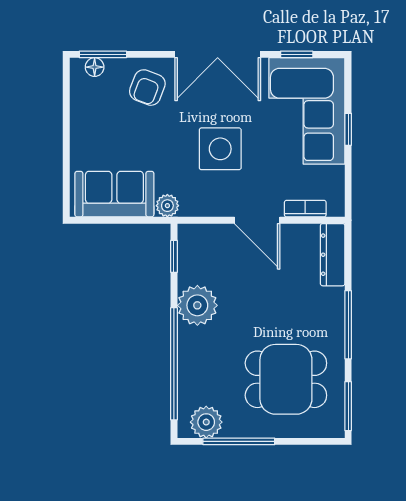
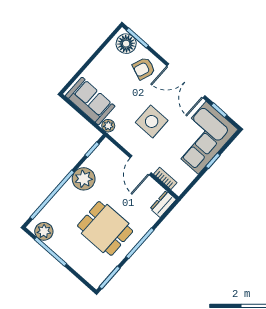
floor lamp: (95, 67) -> (126, 44), width x1.89, depth x1.89
dresser: (333, 255) -> (163, 204), width x0.70
dining table: (286, 379) -> (105, 228), moved

